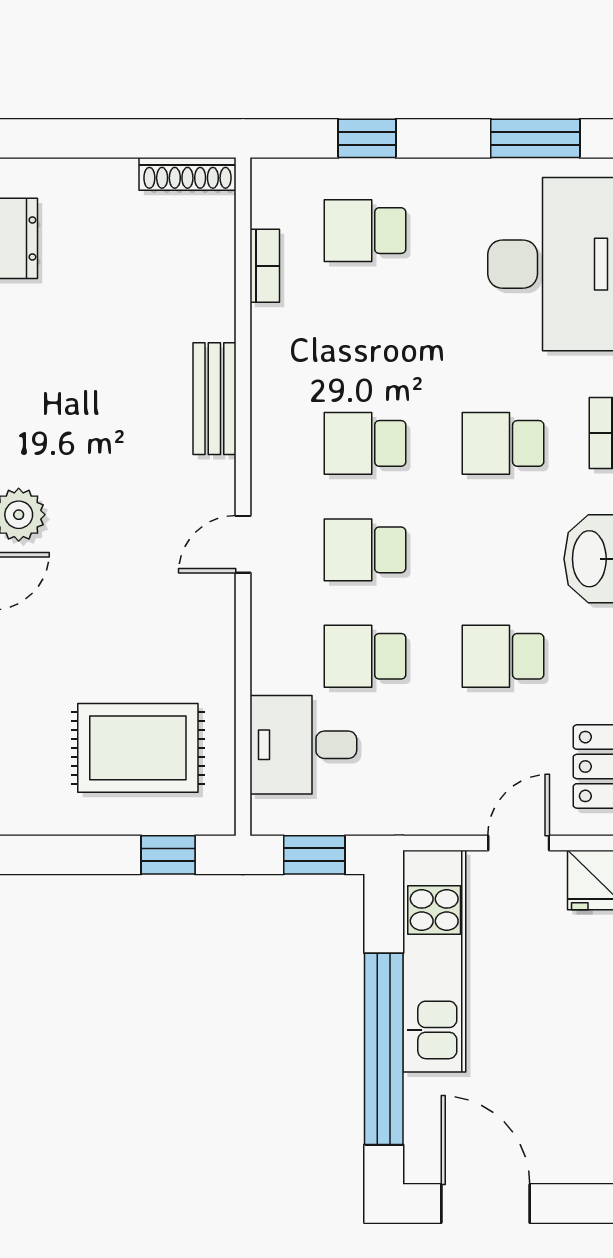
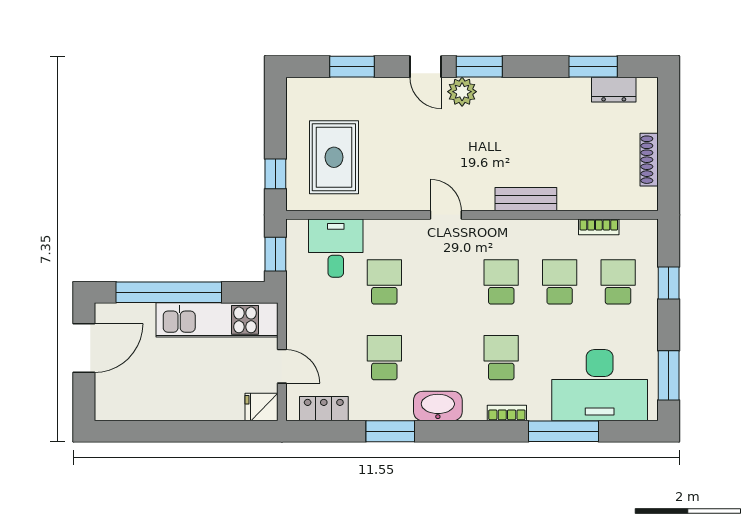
shoe rack: (187, 174) -> (649, 160), moved
school desk: (365, 550) -> (560, 282), moved

